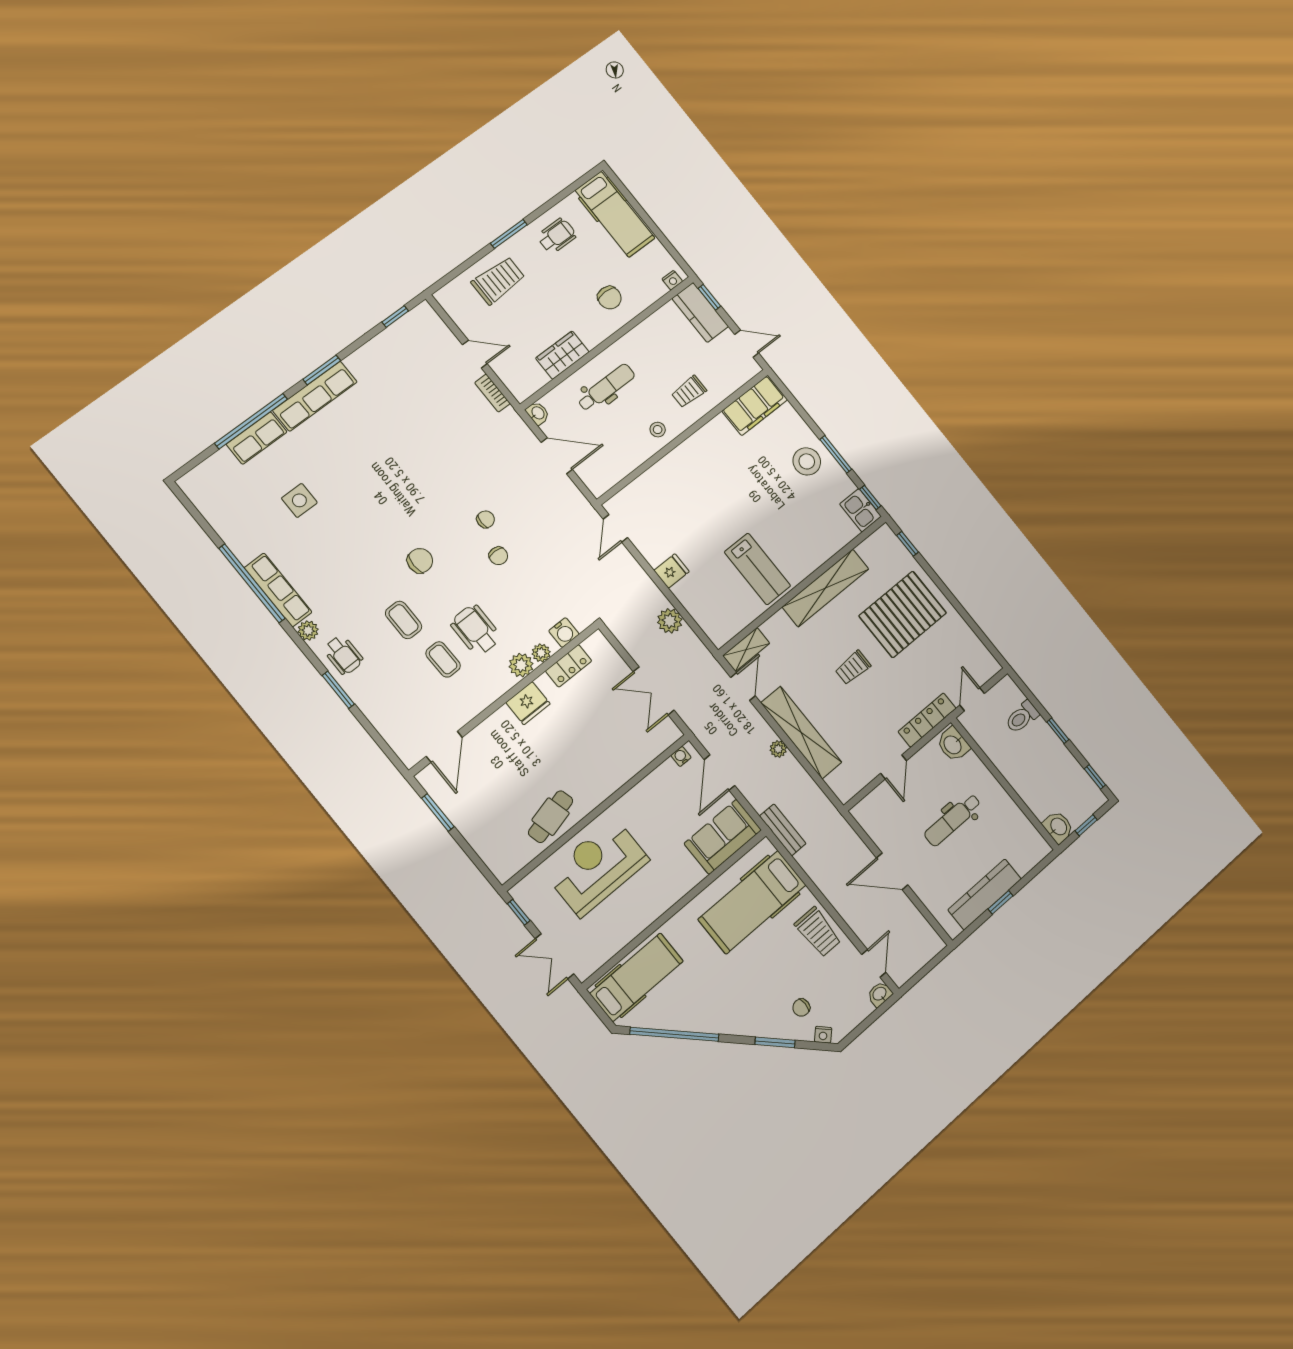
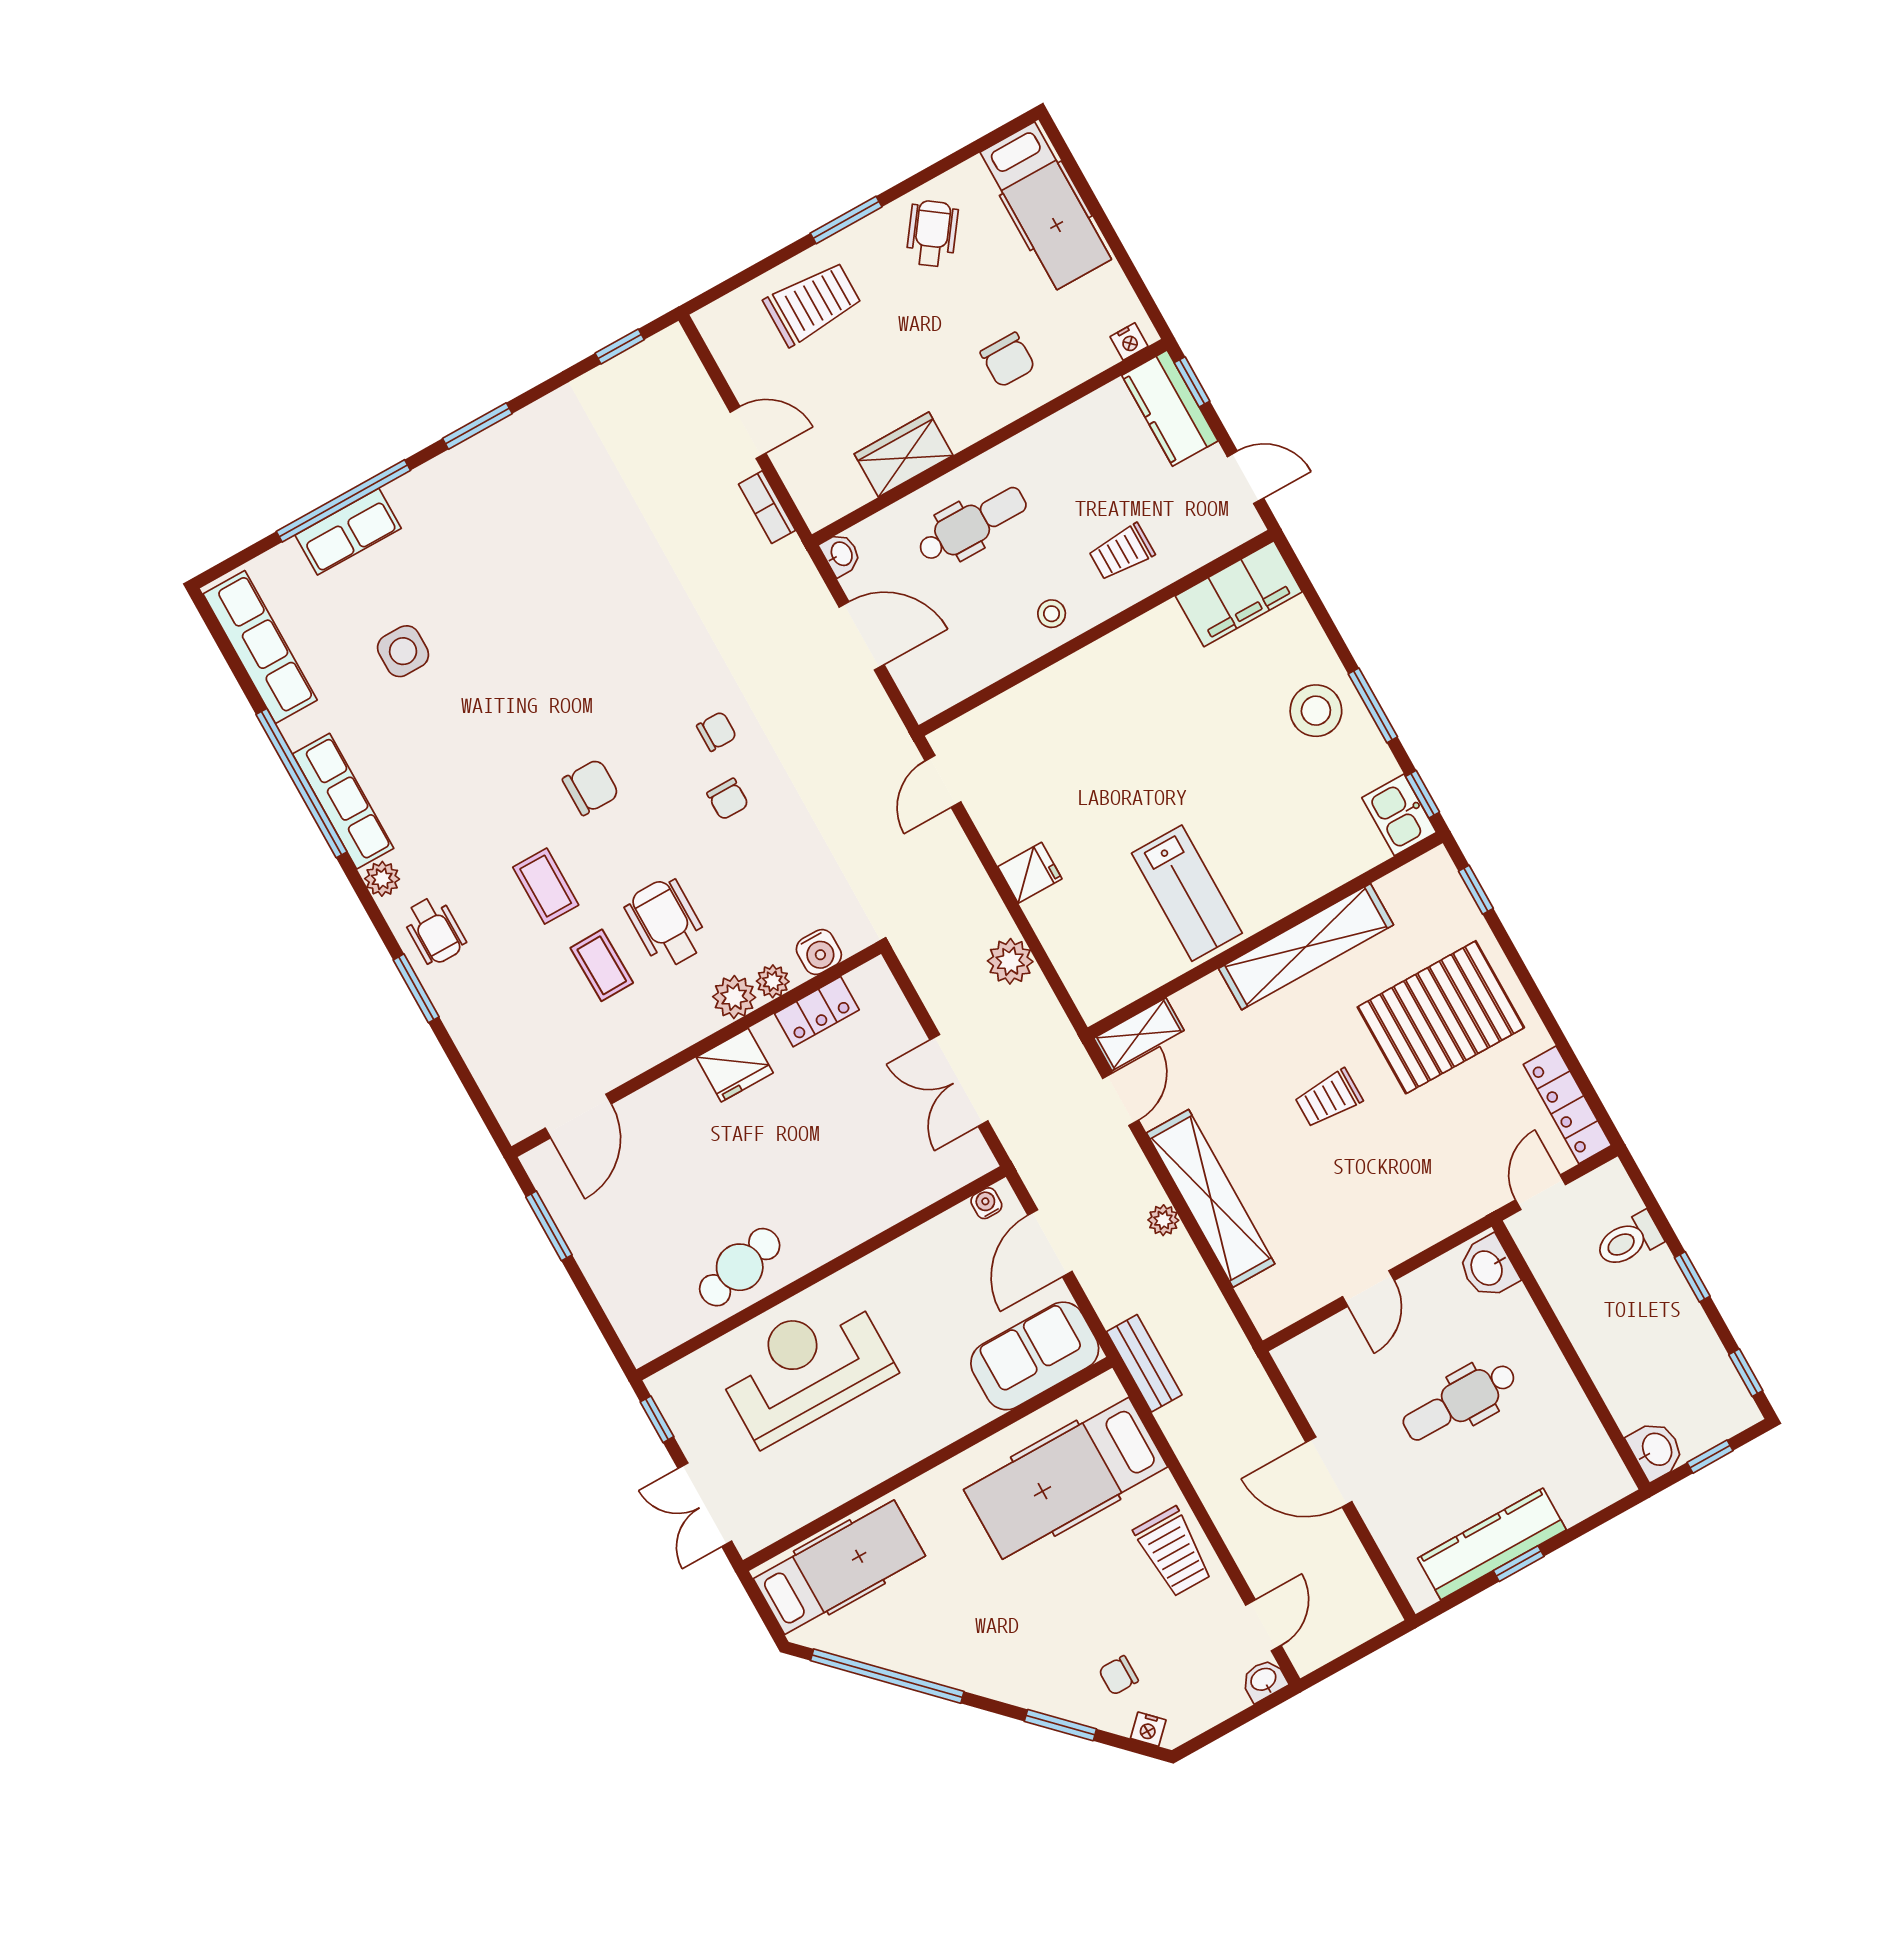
wheelchair: (557, 236) -> (932, 234), turned -54
row of seats: (315, 396) -> (260, 647), moved, turned -90
locker: (927, 720) -> (1567, 1105), moved, turned -90

